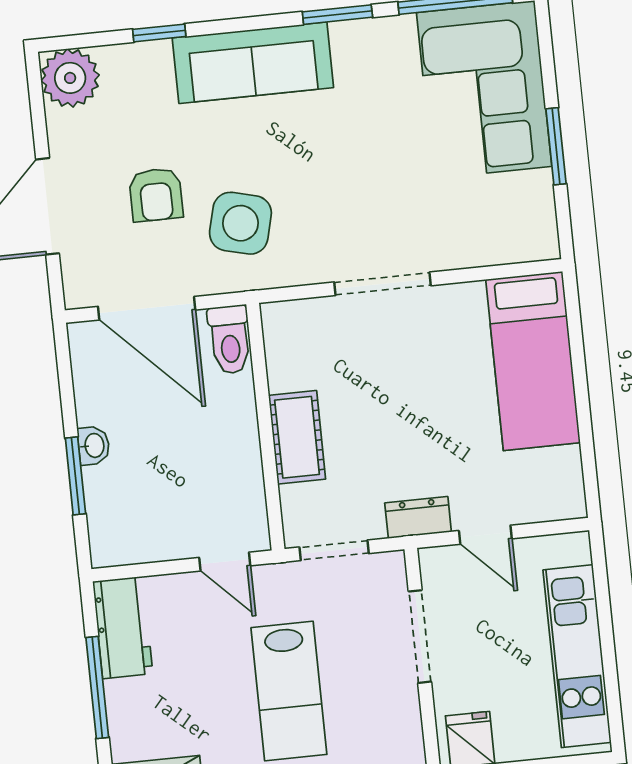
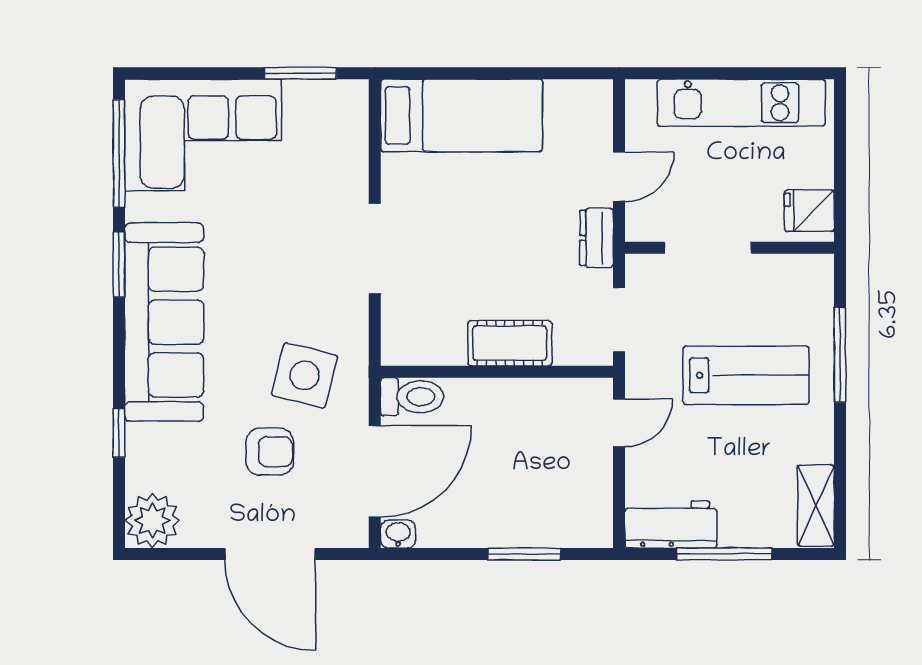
sofa: (253, 63) -> (164, 322), width x1.36, depth x1.27
window: (556, 146) -> (300, 73), moved
washbasin: (94, 446) -> (398, 534), moved

